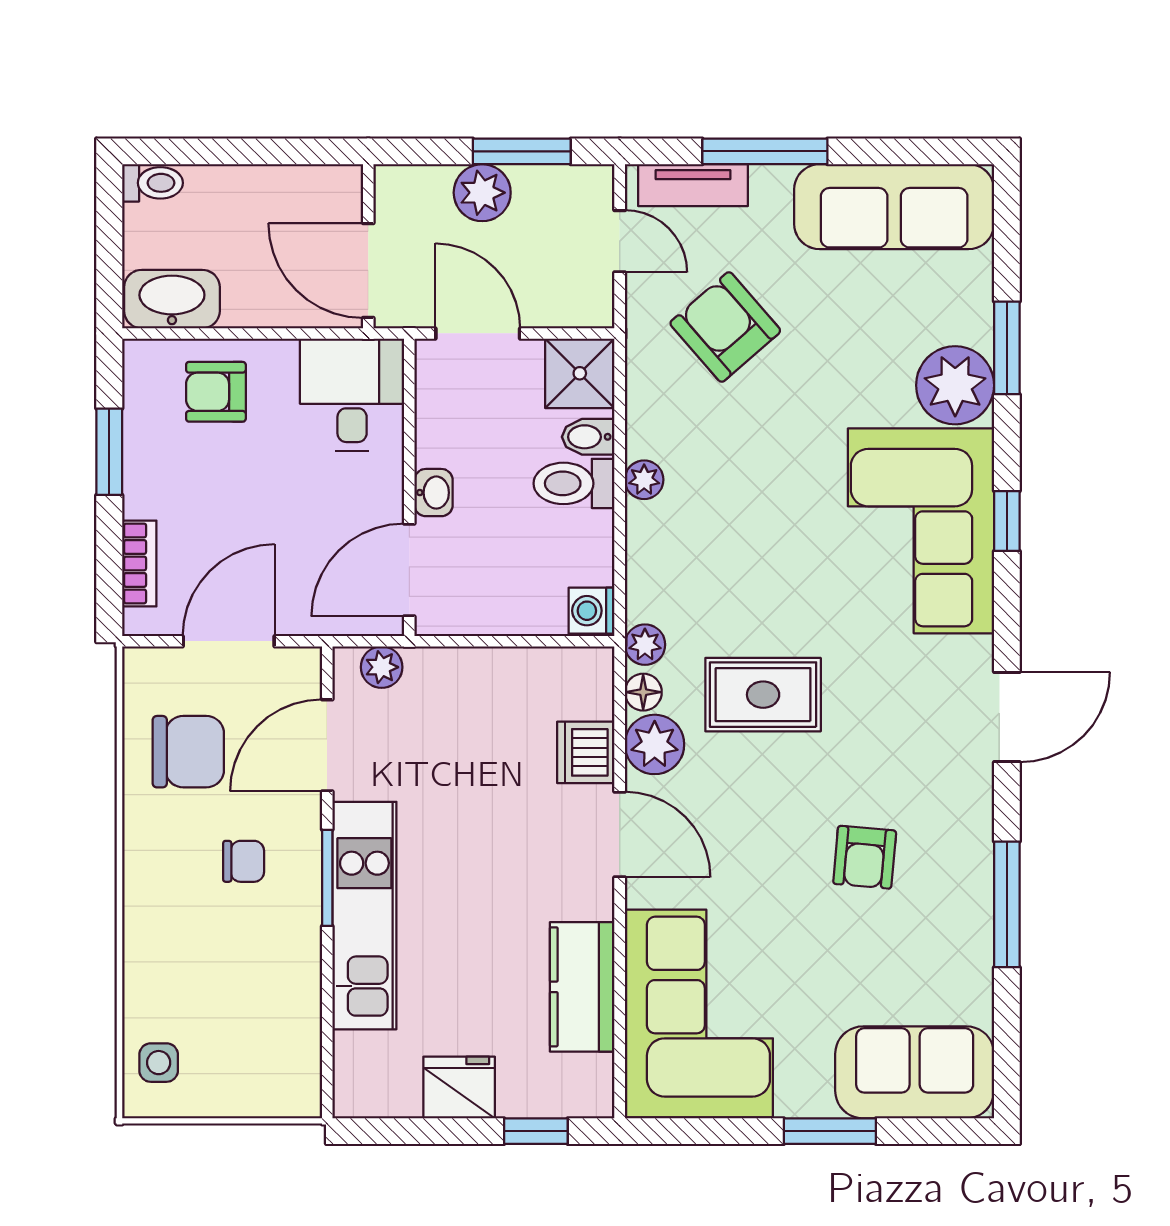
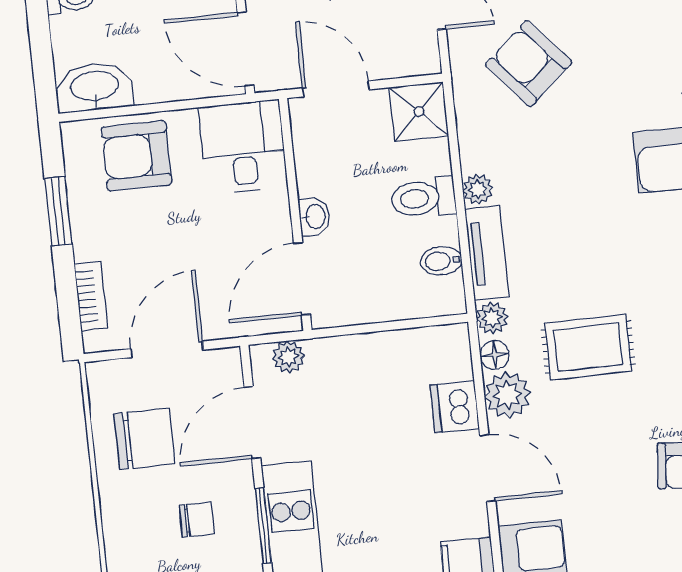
armchair: (216, 392) -> (137, 156), width x1.38, depth x1.38
bidet: (588, 437) -> (441, 261), moved
tv unit: (647, 562) -> (487, 253), added
washing machine: (592, 611) -> (447, 296), removed

